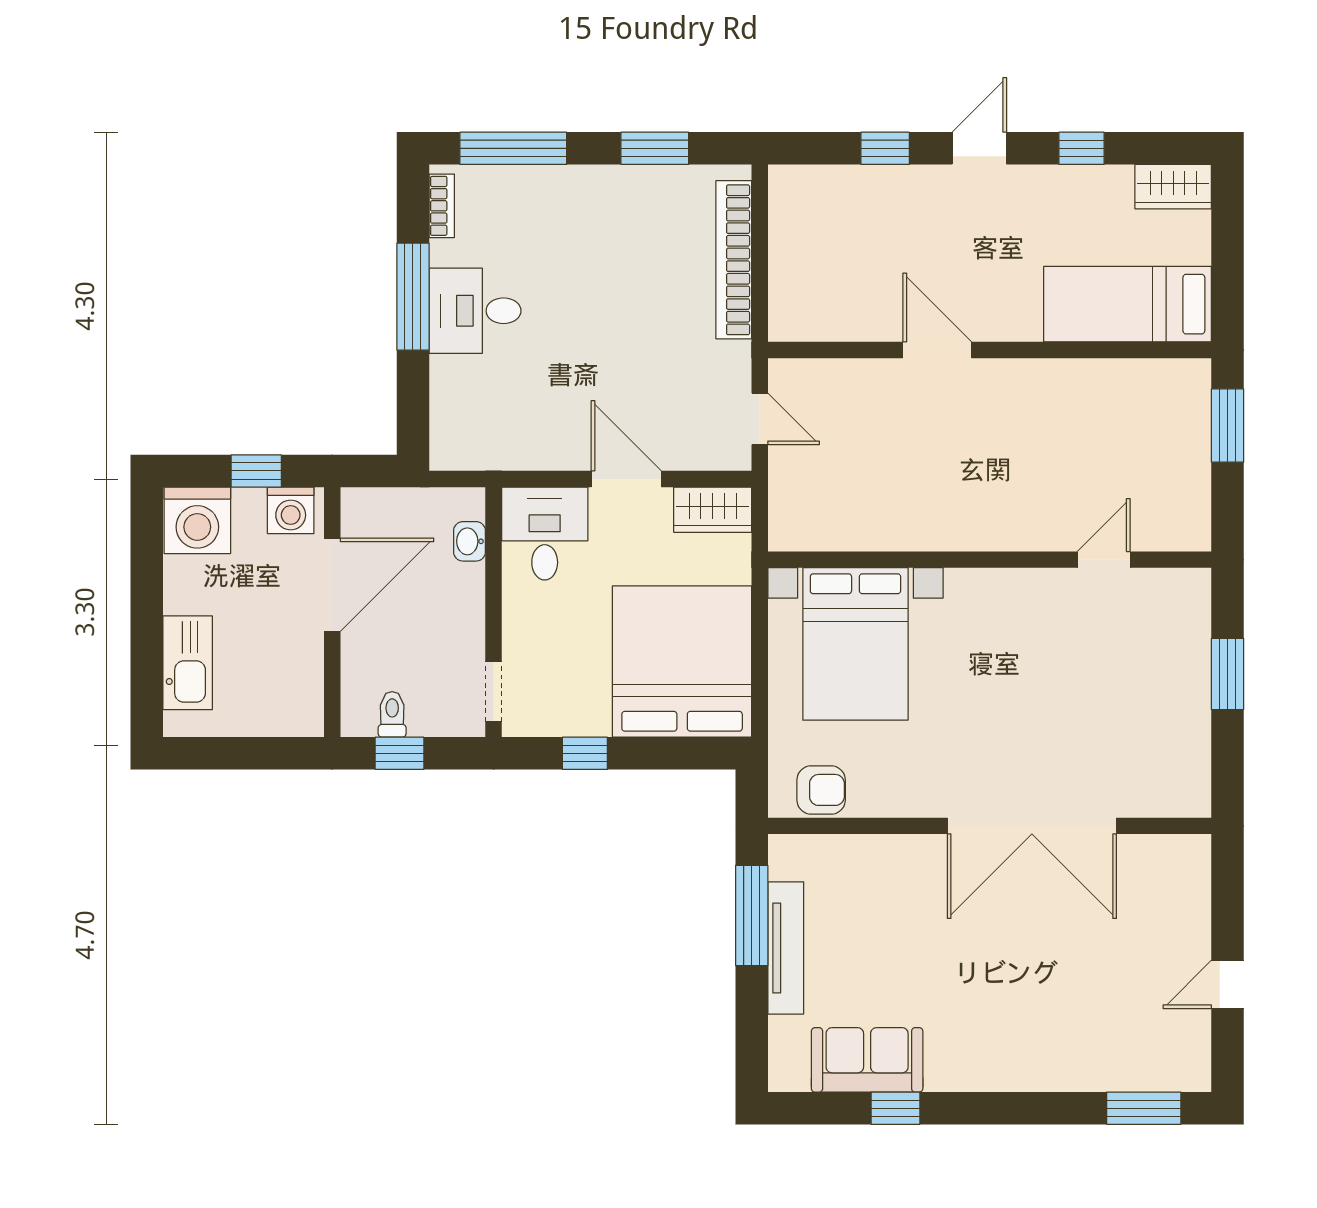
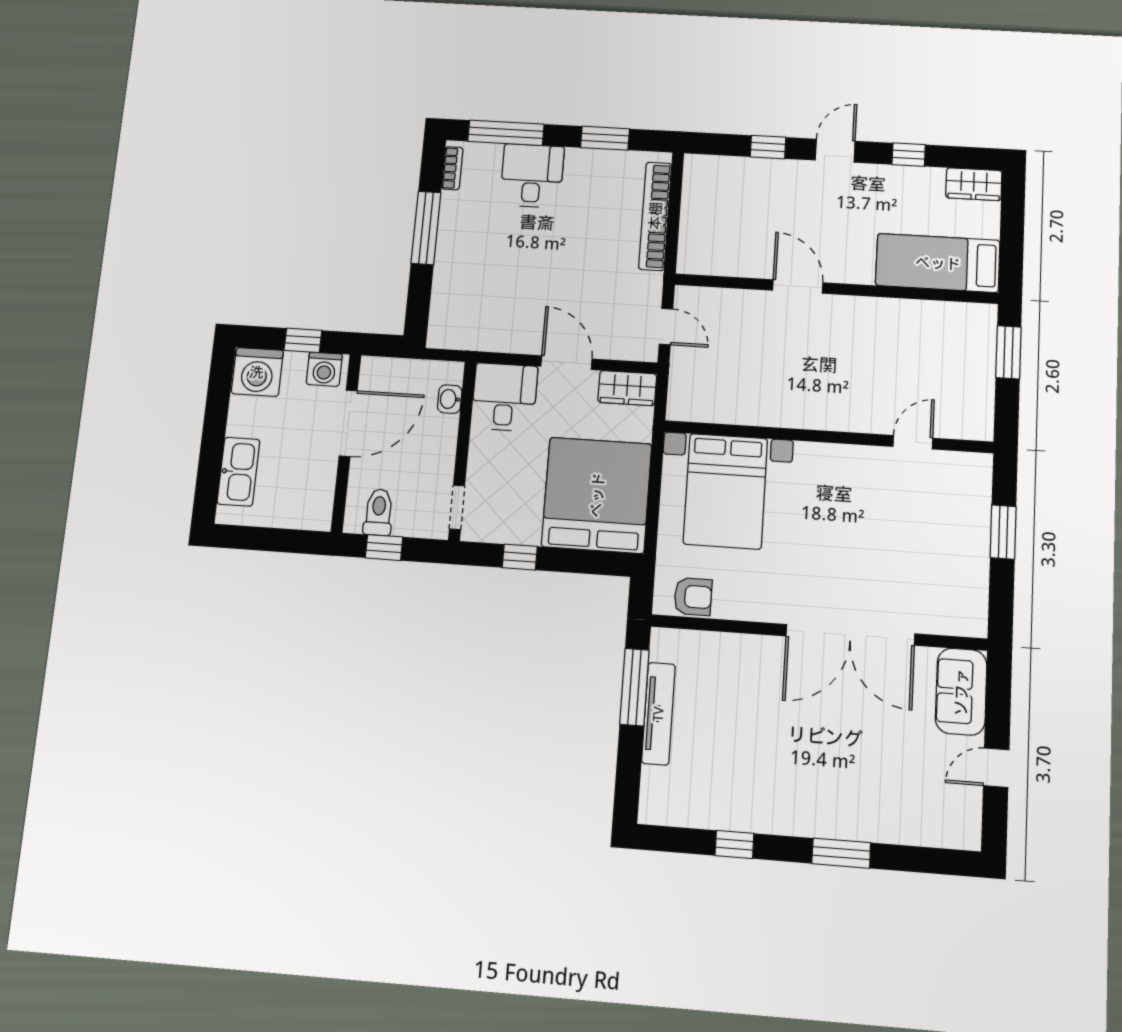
desk: (475, 311) -> (532, 176), moved, turned 90
toilet: (392, 714) -> (379, 512), width x1.37, depth x1.39
sofa: (867, 1060) -> (961, 692), moved, turned -90
window: (1144, 1108) -> (841, 853), moved

